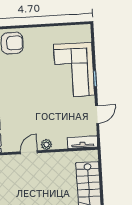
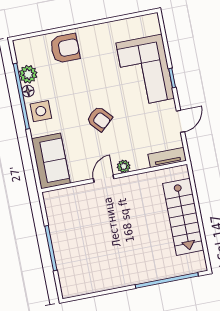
armchair: (32, 104) -> (99, 119), added

